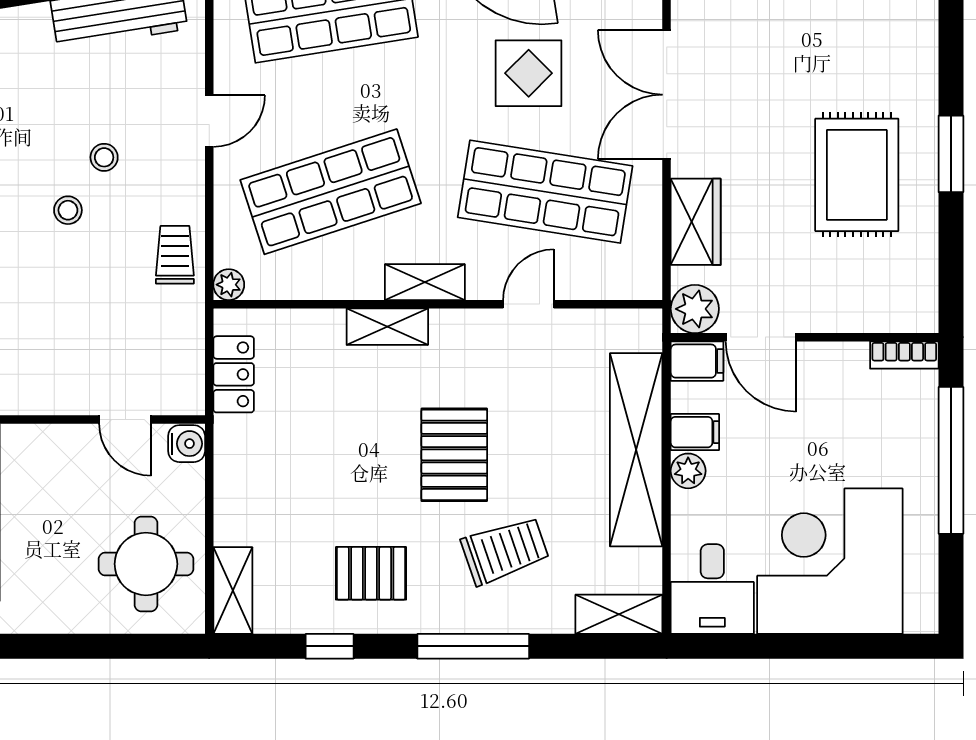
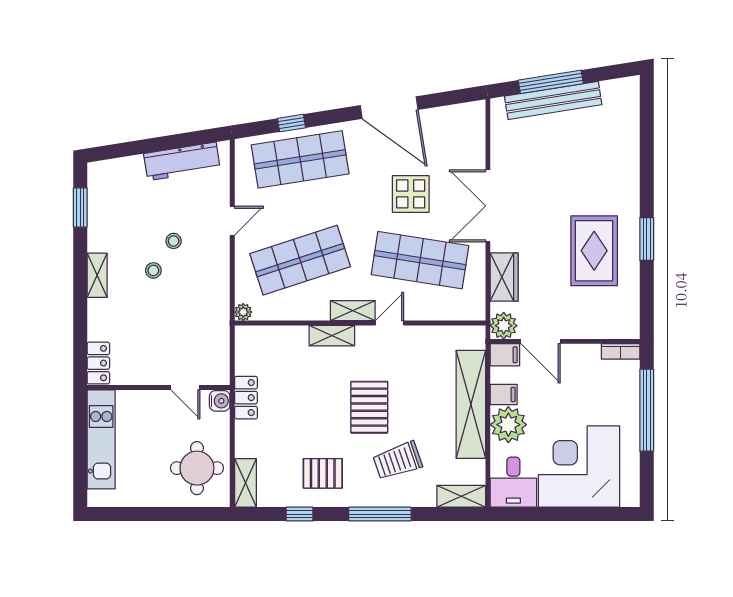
trolley: (175, 255) -> (213, 295), removed
door: (528, 304) -> (390, 323), moved
locker: (234, 374) -> (246, 398), moved
plant: (688, 471) -> (508, 425), width x1.87, depth x1.87
trolley: (505, 550) -> (398, 461), turned 180

